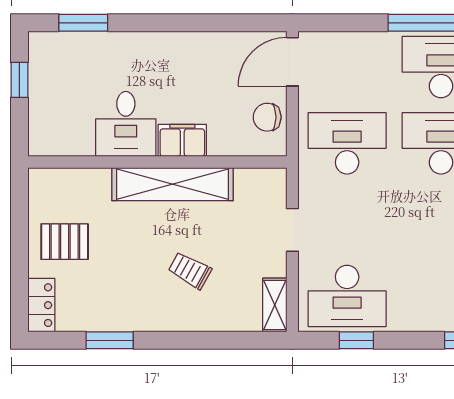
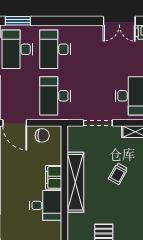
chair: (267, 117) -> (42, 135), turned -90
doorway: (292, 230) -> (98, 123), width x1.38

